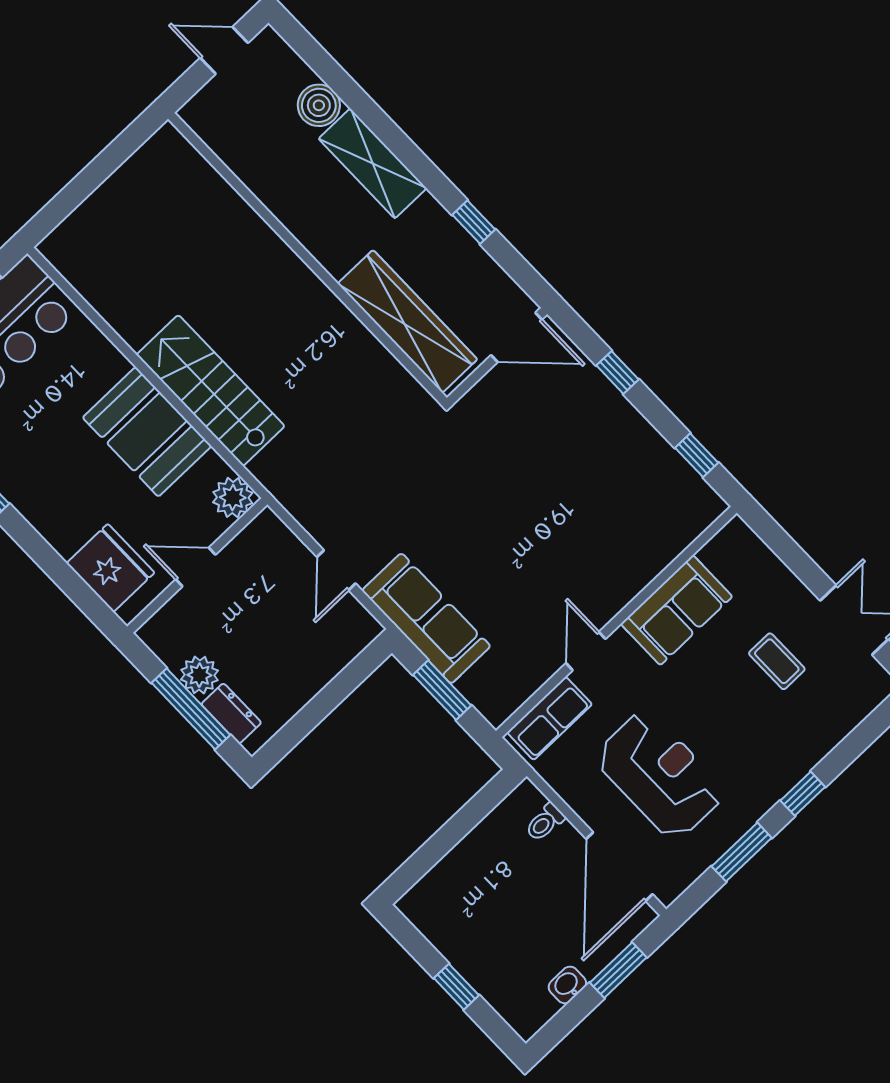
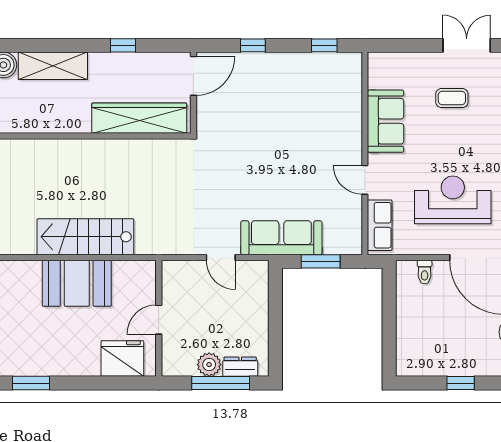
plant: (233, 498) -> (143, 273), removed

